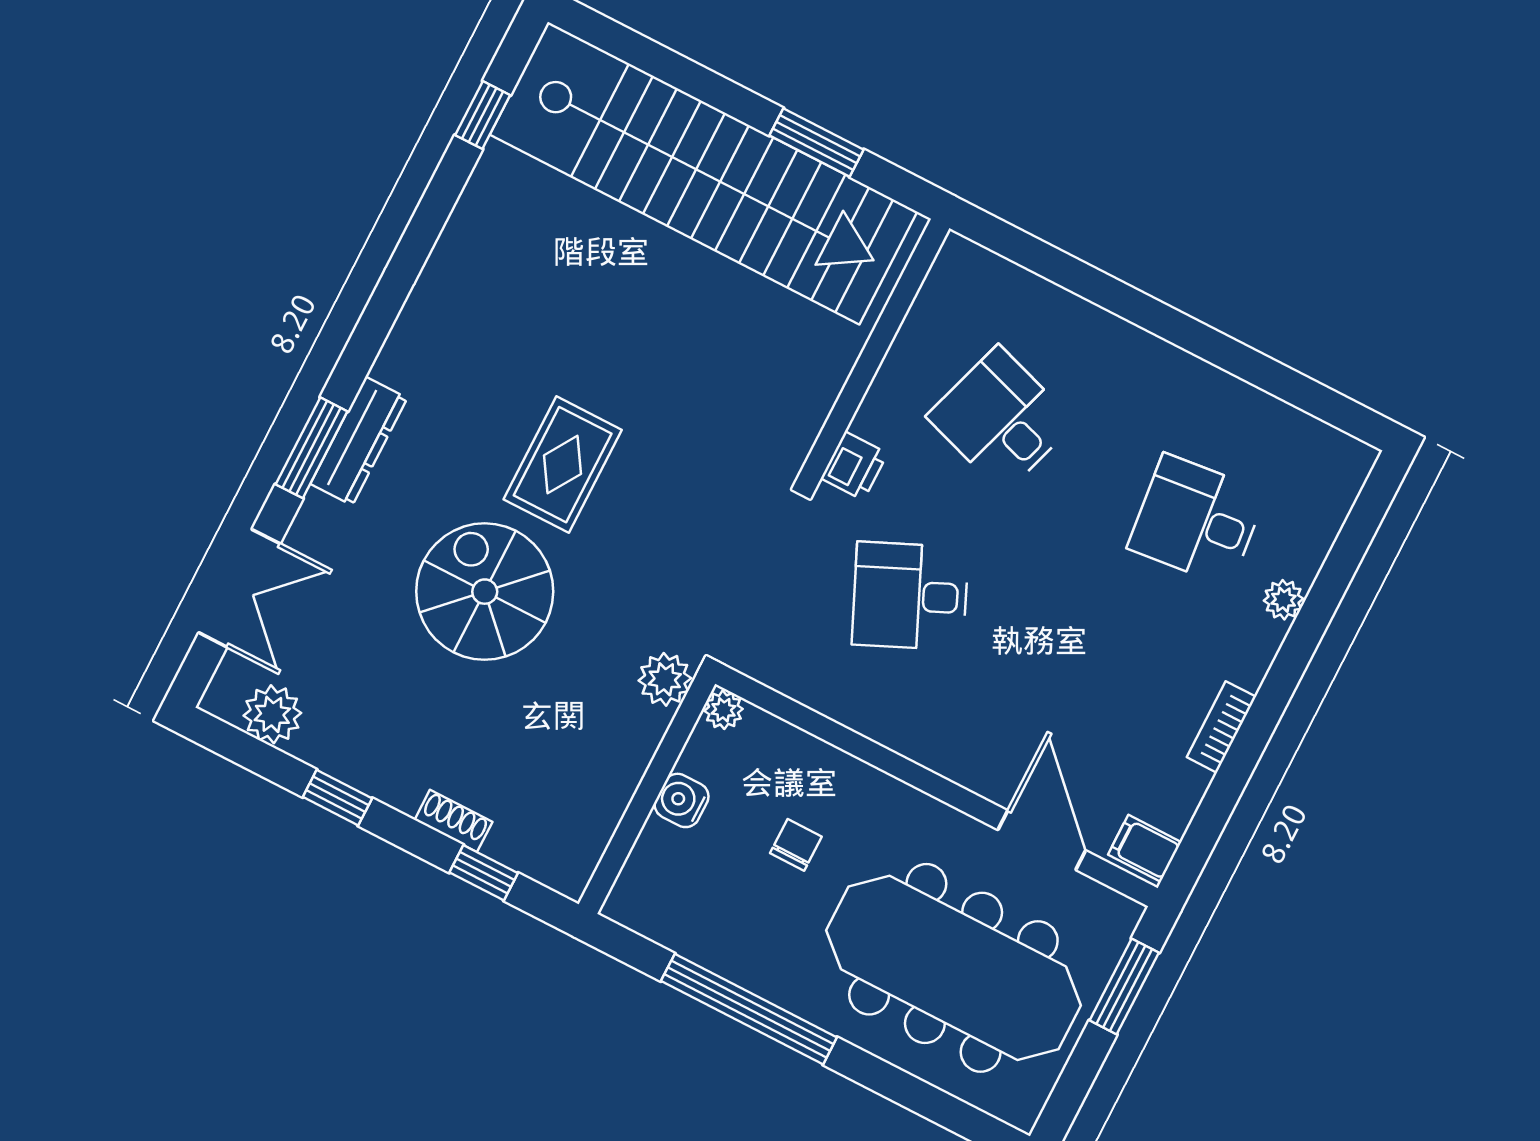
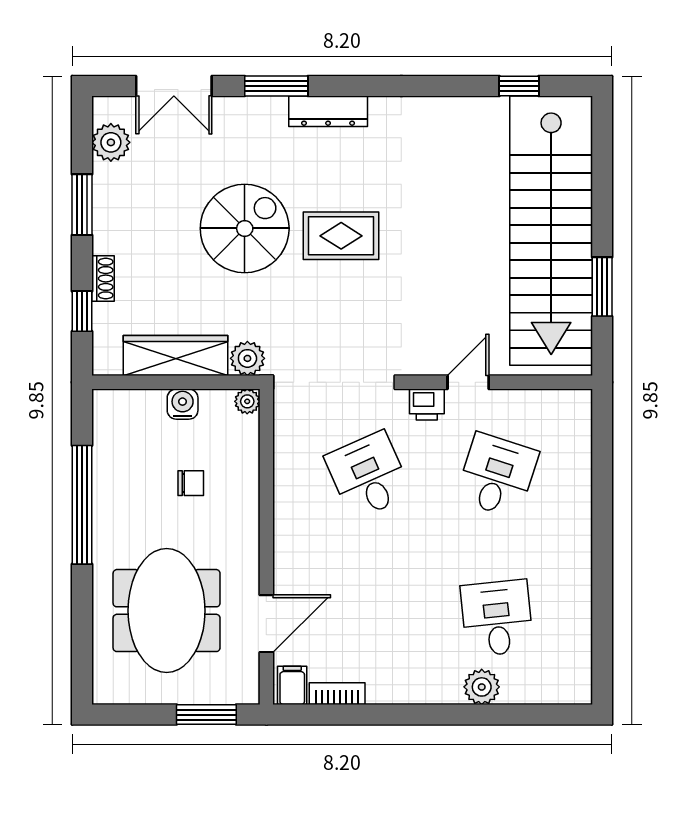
door: (853, 393) -> (468, 382), added
dresser: (359, 441) -> (328, 111), moved
plant: (1284, 600) -> (482, 687), width x1.38, depth x1.38
bookcase: (1221, 727) -> (337, 694), moved
wardrobe: (610, 776) -> (175, 355), added
window: (337, 798) -> (82, 205), width x1.50
meeting table: (953, 968) -> (167, 611), width x0.73

